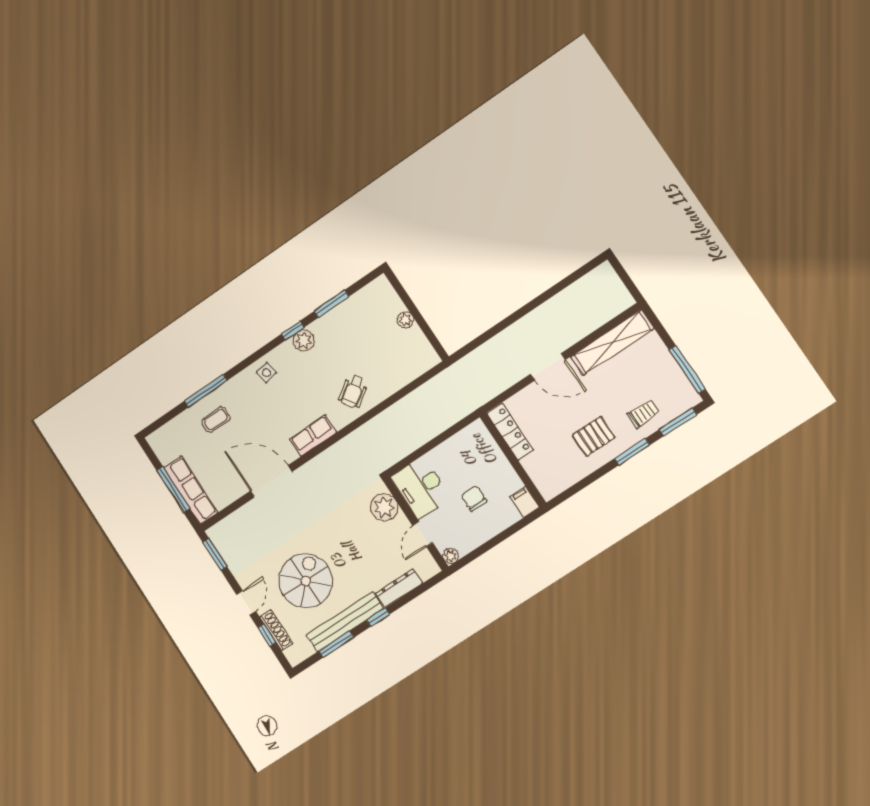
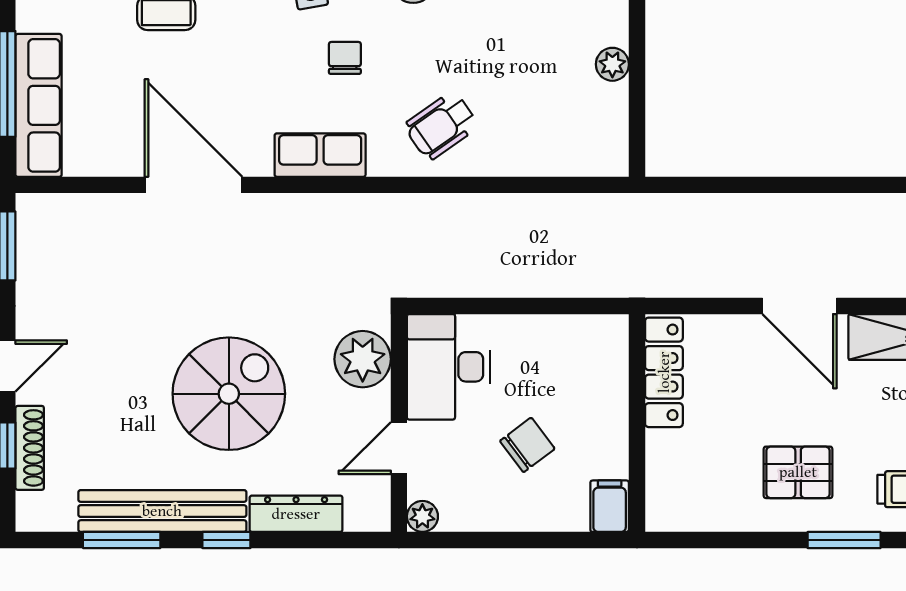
chair: (297, 390) -> (345, 58), added
chair: (474, 498) -> (527, 445), turned 53
spiral stairs: (306, 581) -> (229, 394), moved

